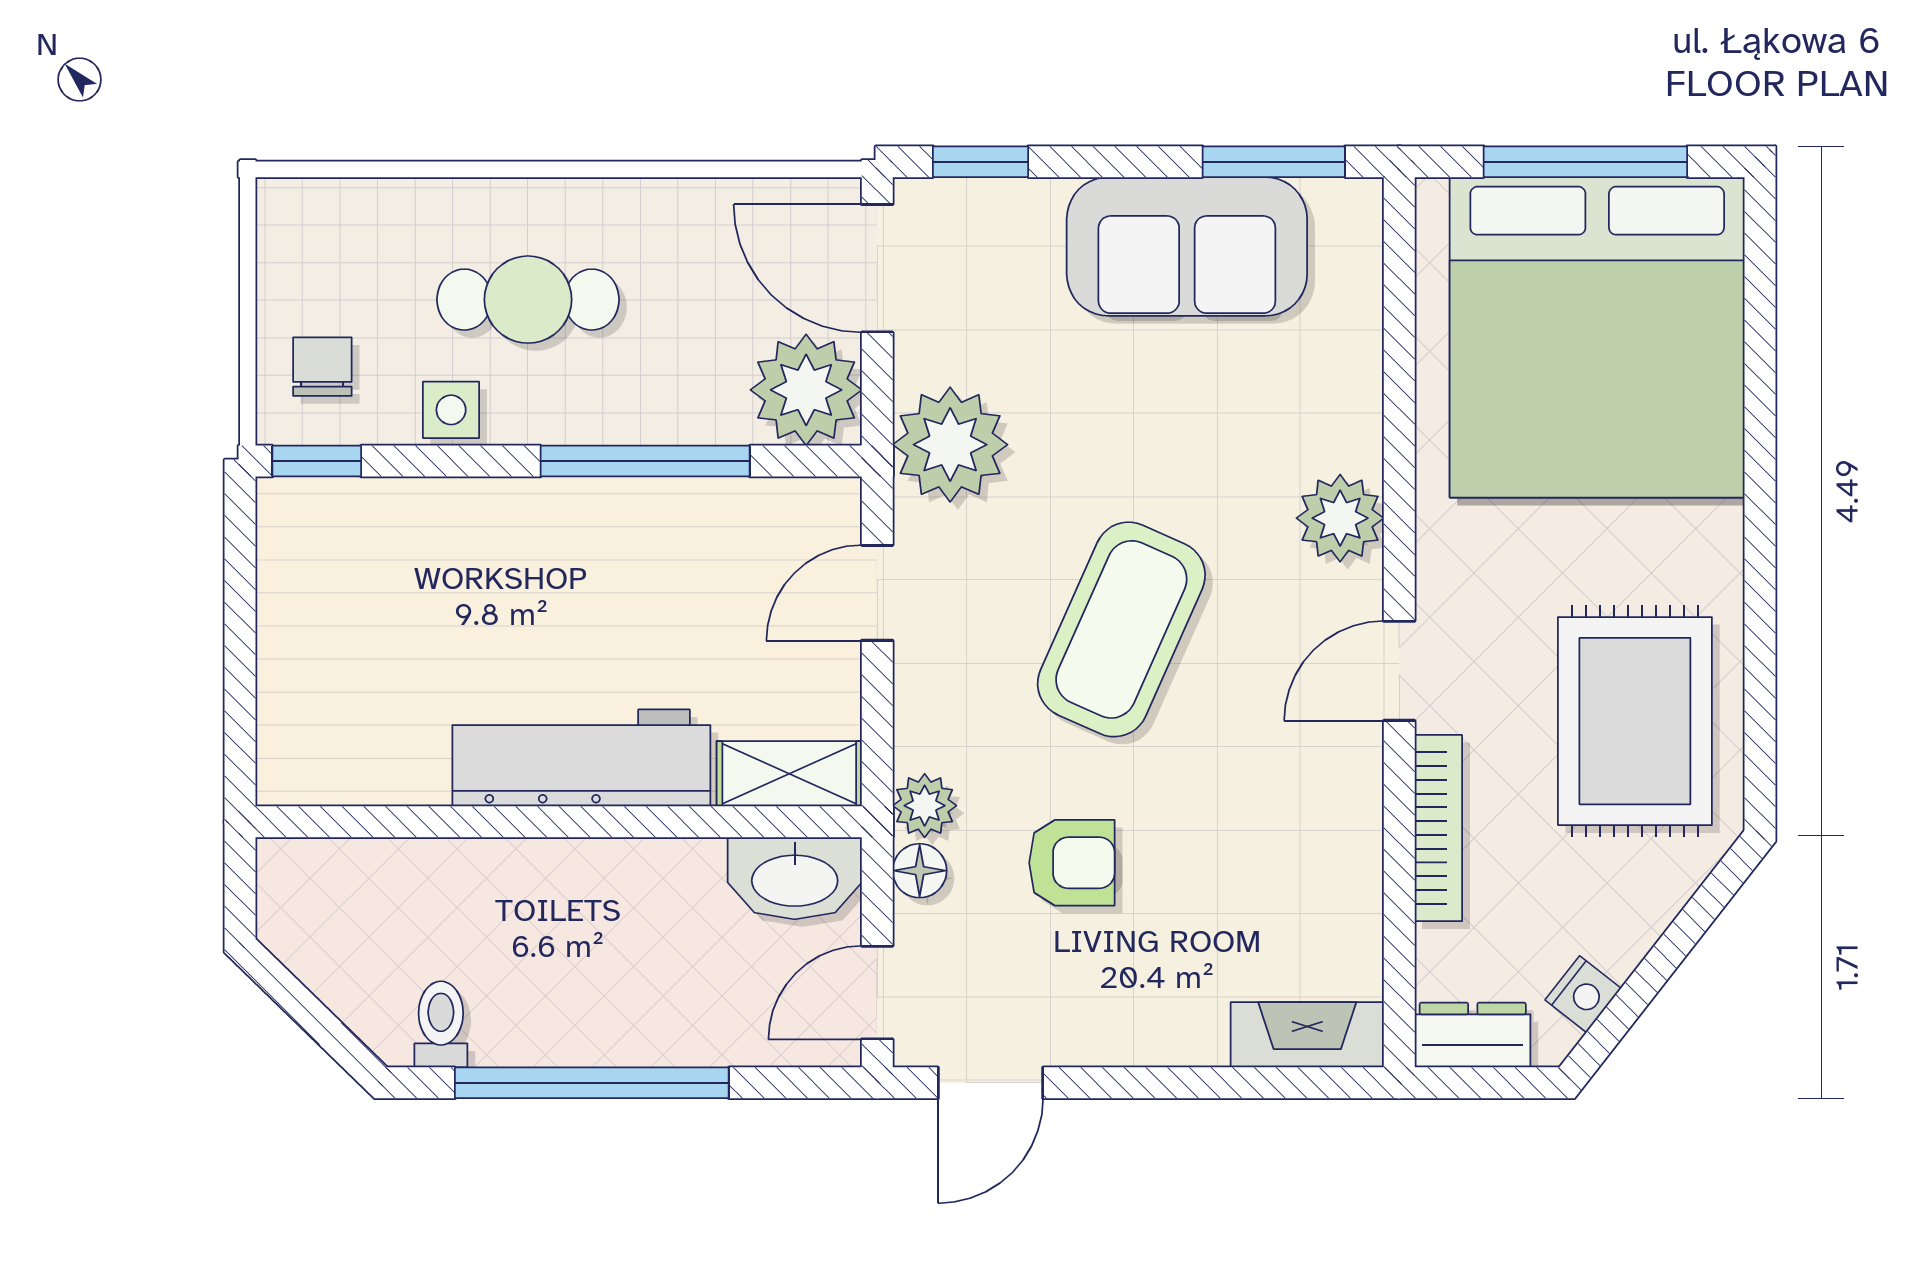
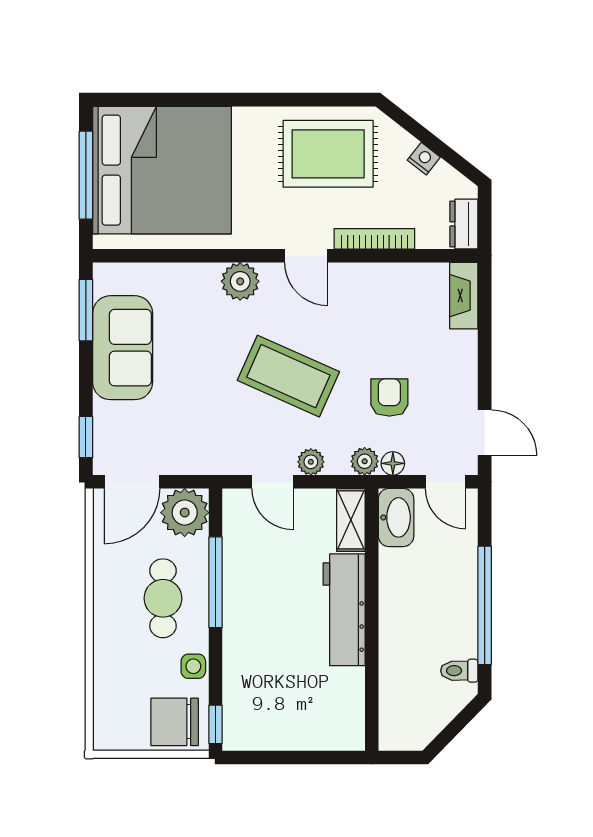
cafe table: (528, 300) -> (163, 598), moved
chair: (322, 367) -> (175, 722), width x1.87, depth x1.87
plant: (950, 445) -> (311, 462), moved, width x0.53, depth x0.53
nightstand: (1583, 994) -> (424, 159), moved

